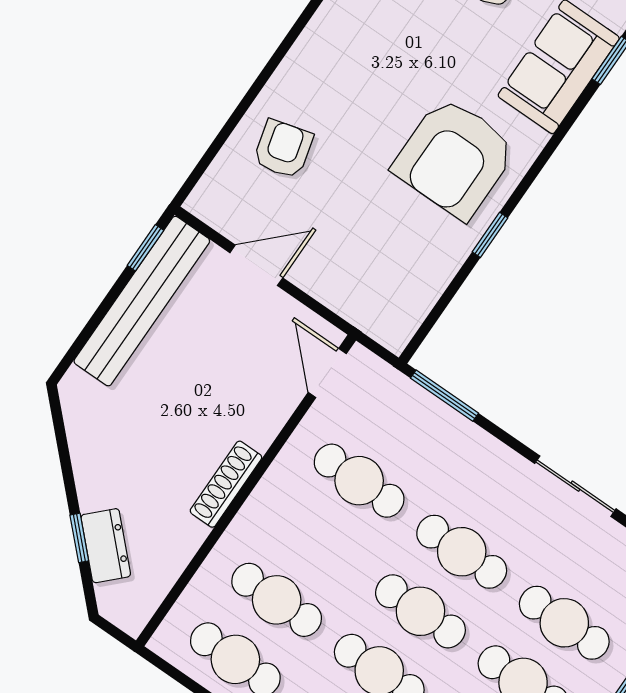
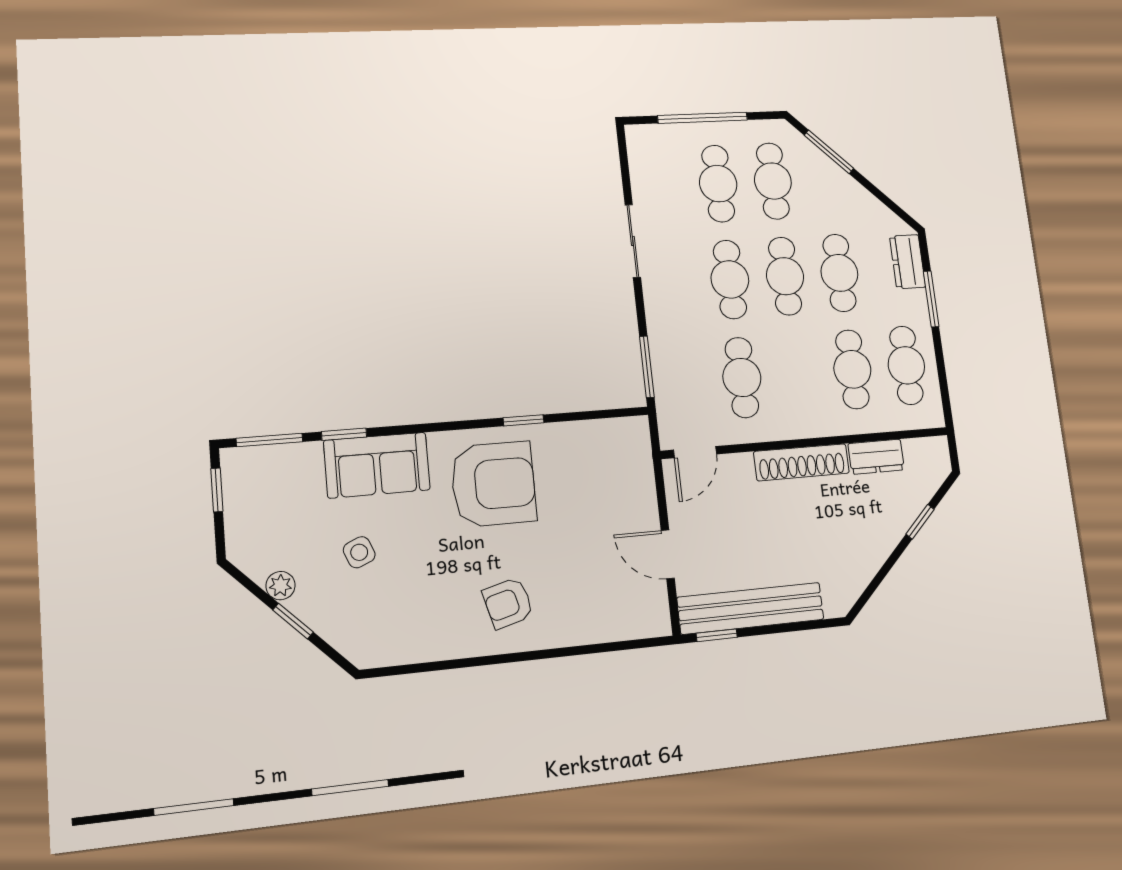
armchair: (283, 149) -> (508, 603), moved
shoe rack: (226, 484) -> (802, 462), width x1.36, depth x1.24
dresser: (106, 546) -> (876, 457), moved, turned -135

